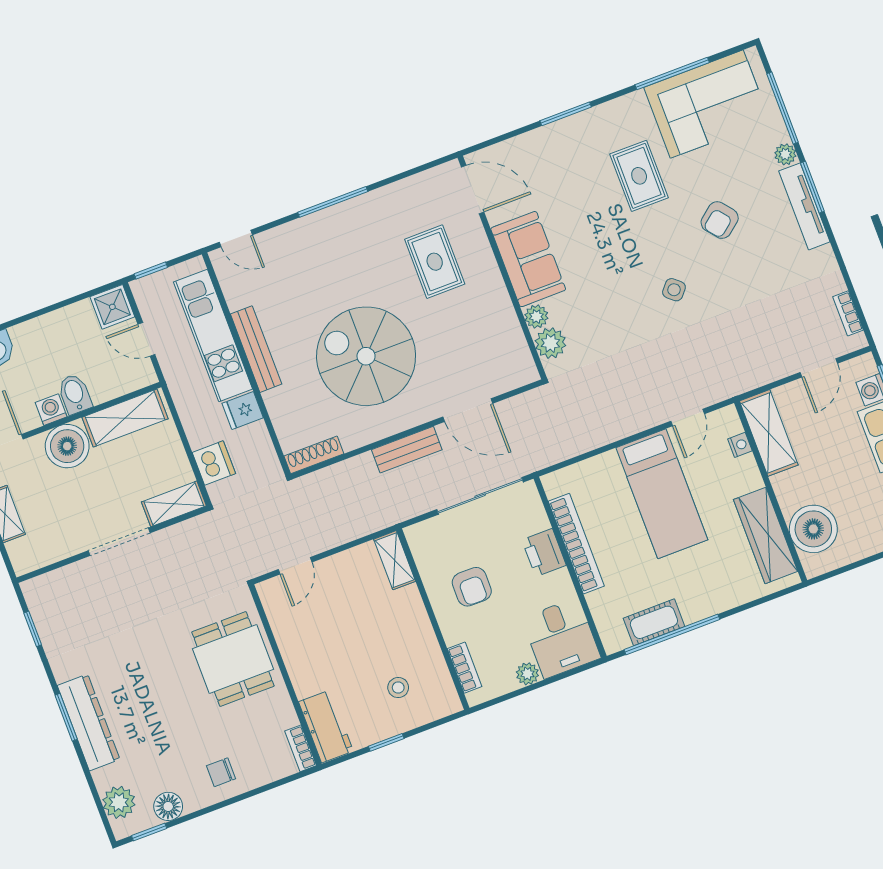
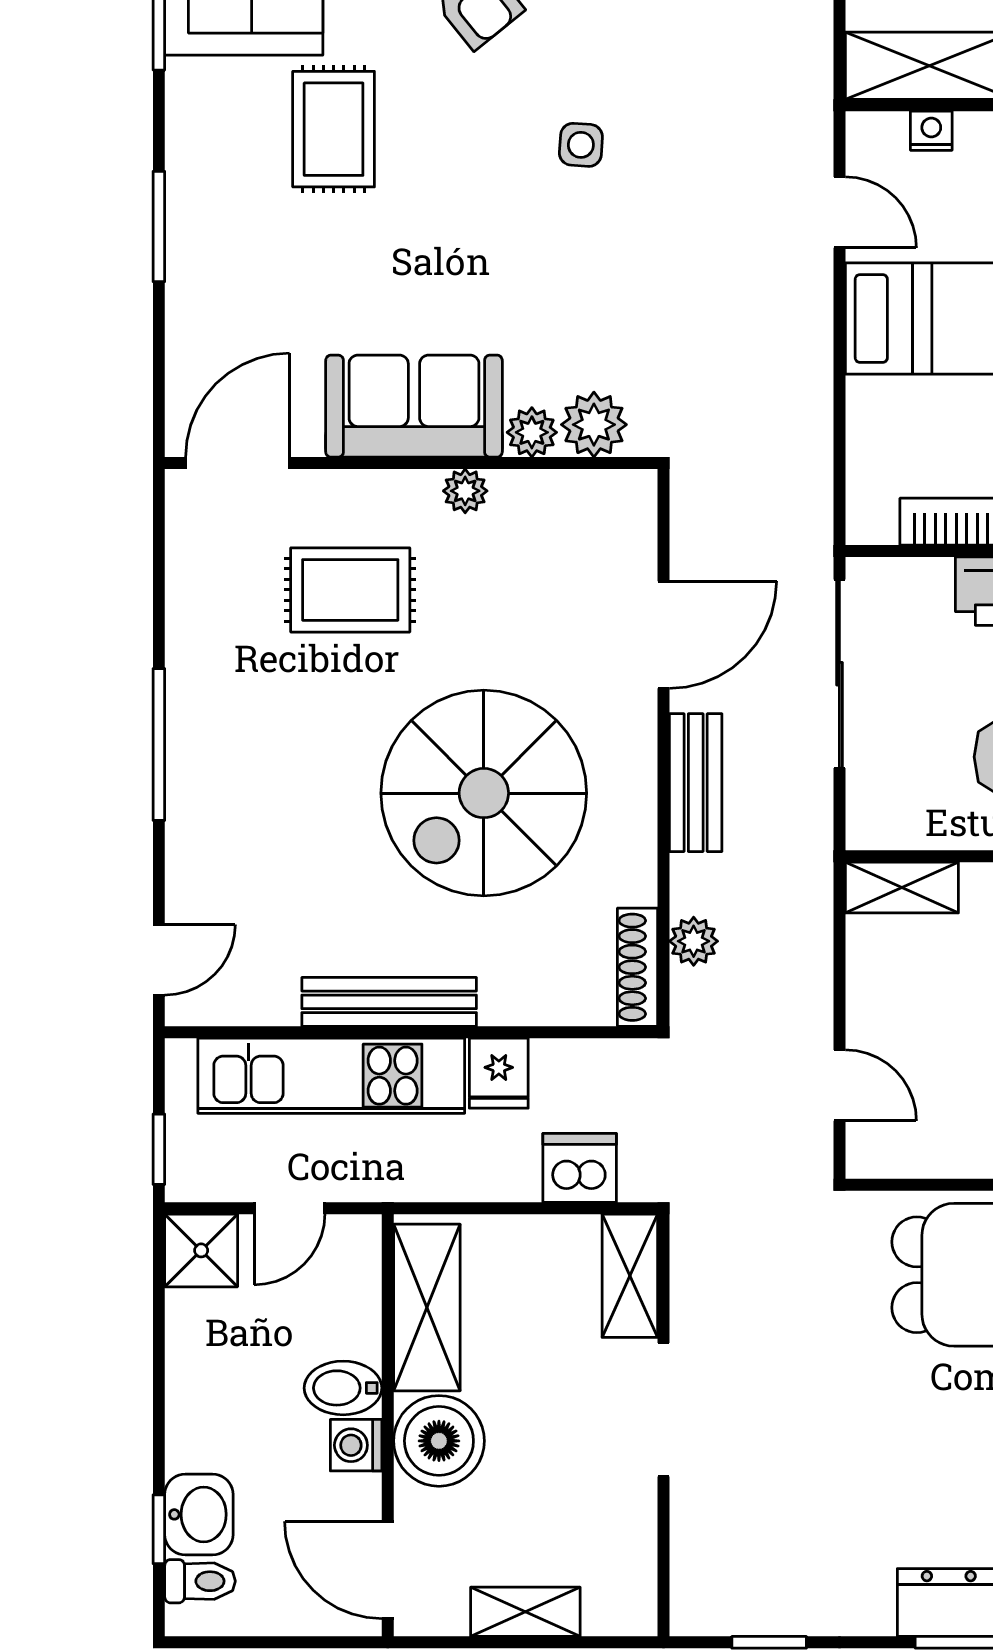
rug: (639, 176) -> (334, 129), turned 90
side table: (674, 290) -> (581, 145), turned -37
plant: (499, 296) -> (465, 491), added
plant: (335, 476) -> (694, 941), added

